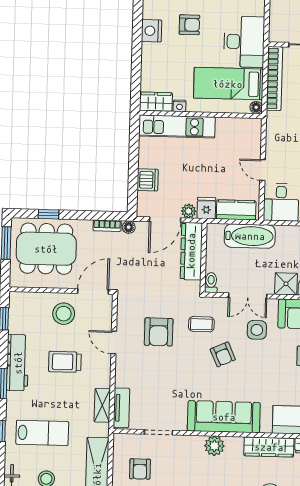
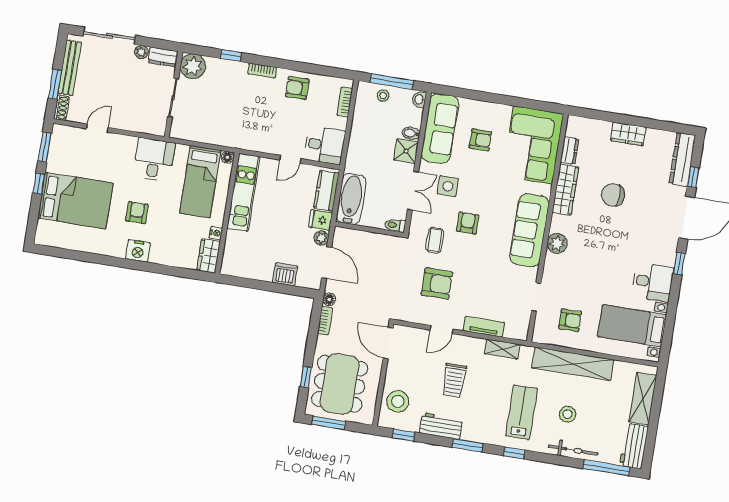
desk: (244, 42) -> (154, 160), width x0.73
bookcase: (274, 79) -> (201, 135), removed
kitchen unit: (177, 126) -> (243, 192), moved
bathtub: (250, 236) -> (351, 199), moved
dresser: (191, 251) -> (361, 241), removed
stool: (64, 314) -> (398, 401), moved
armchair: (223, 354) -> (468, 223), turned -66
workbench: (18, 363) -> (441, 426), width x0.73
tv unit: (121, 408) -> (484, 327), moved

